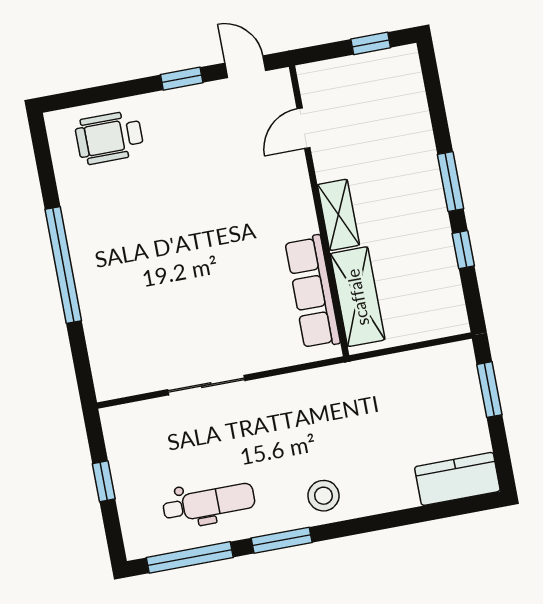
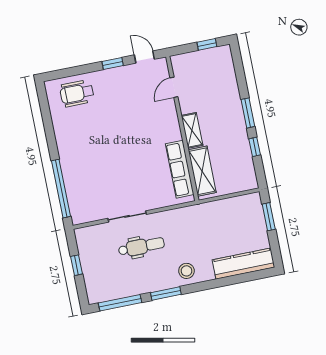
window: (63, 265) -> (61, 189), moved
kitchen counter: (457, 479) -> (244, 264), width x1.50
dental chair: (209, 503) -> (141, 247), moved

